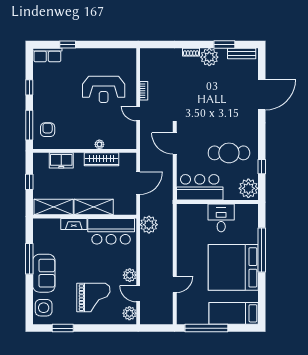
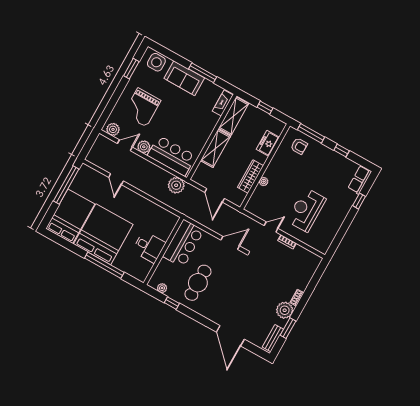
plant: (248, 188) -> (162, 288), width x0.53, depth x0.53
fireplace: (74, 224) -> (223, 103), moved
bar counter: (111, 231) -> (172, 156), moved, turned 90
bed: (234, 313) -> (70, 216), width x1.50

